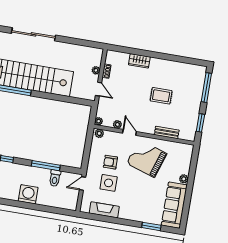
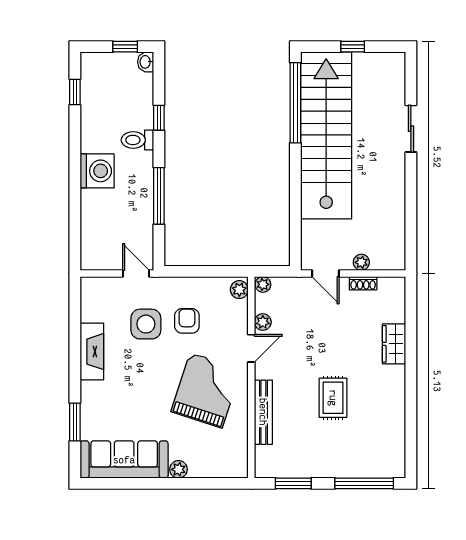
sliding door: (33, 34) -> (411, 129), width x0.54
door: (98, 89) -> (325, 273), hinge flipped
bench: (167, 132) -> (263, 412), width x1.36
toilet: (55, 178) -> (137, 140), moved
fireplace: (104, 210) -> (92, 352), moved

